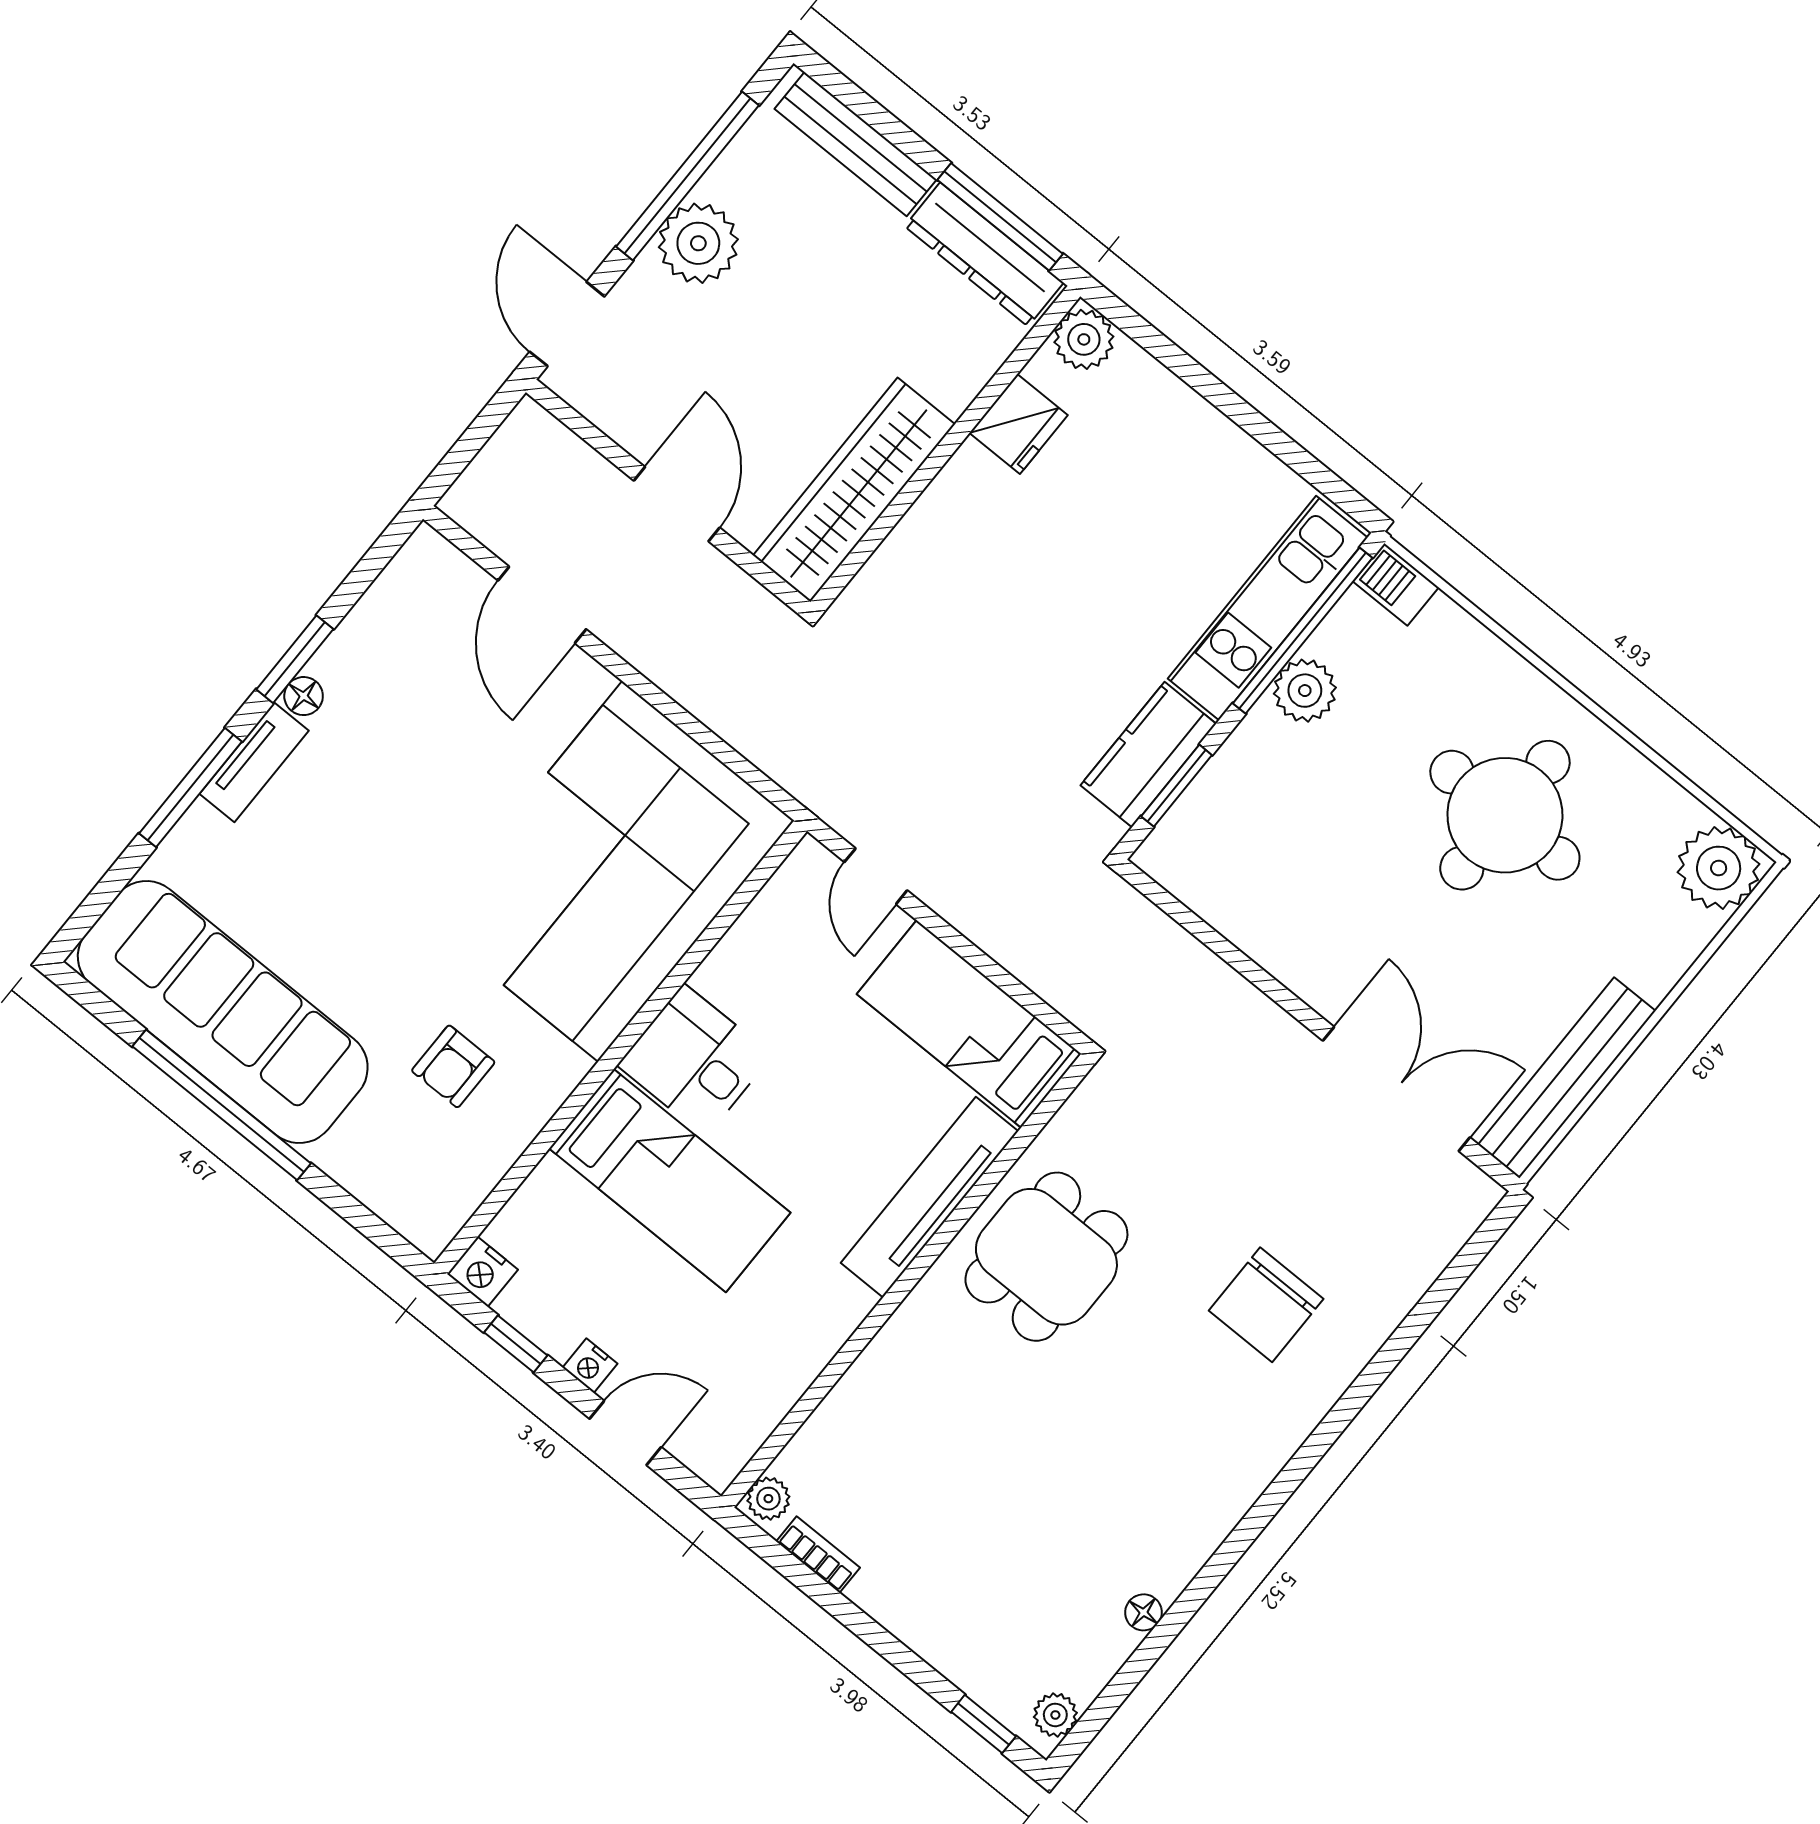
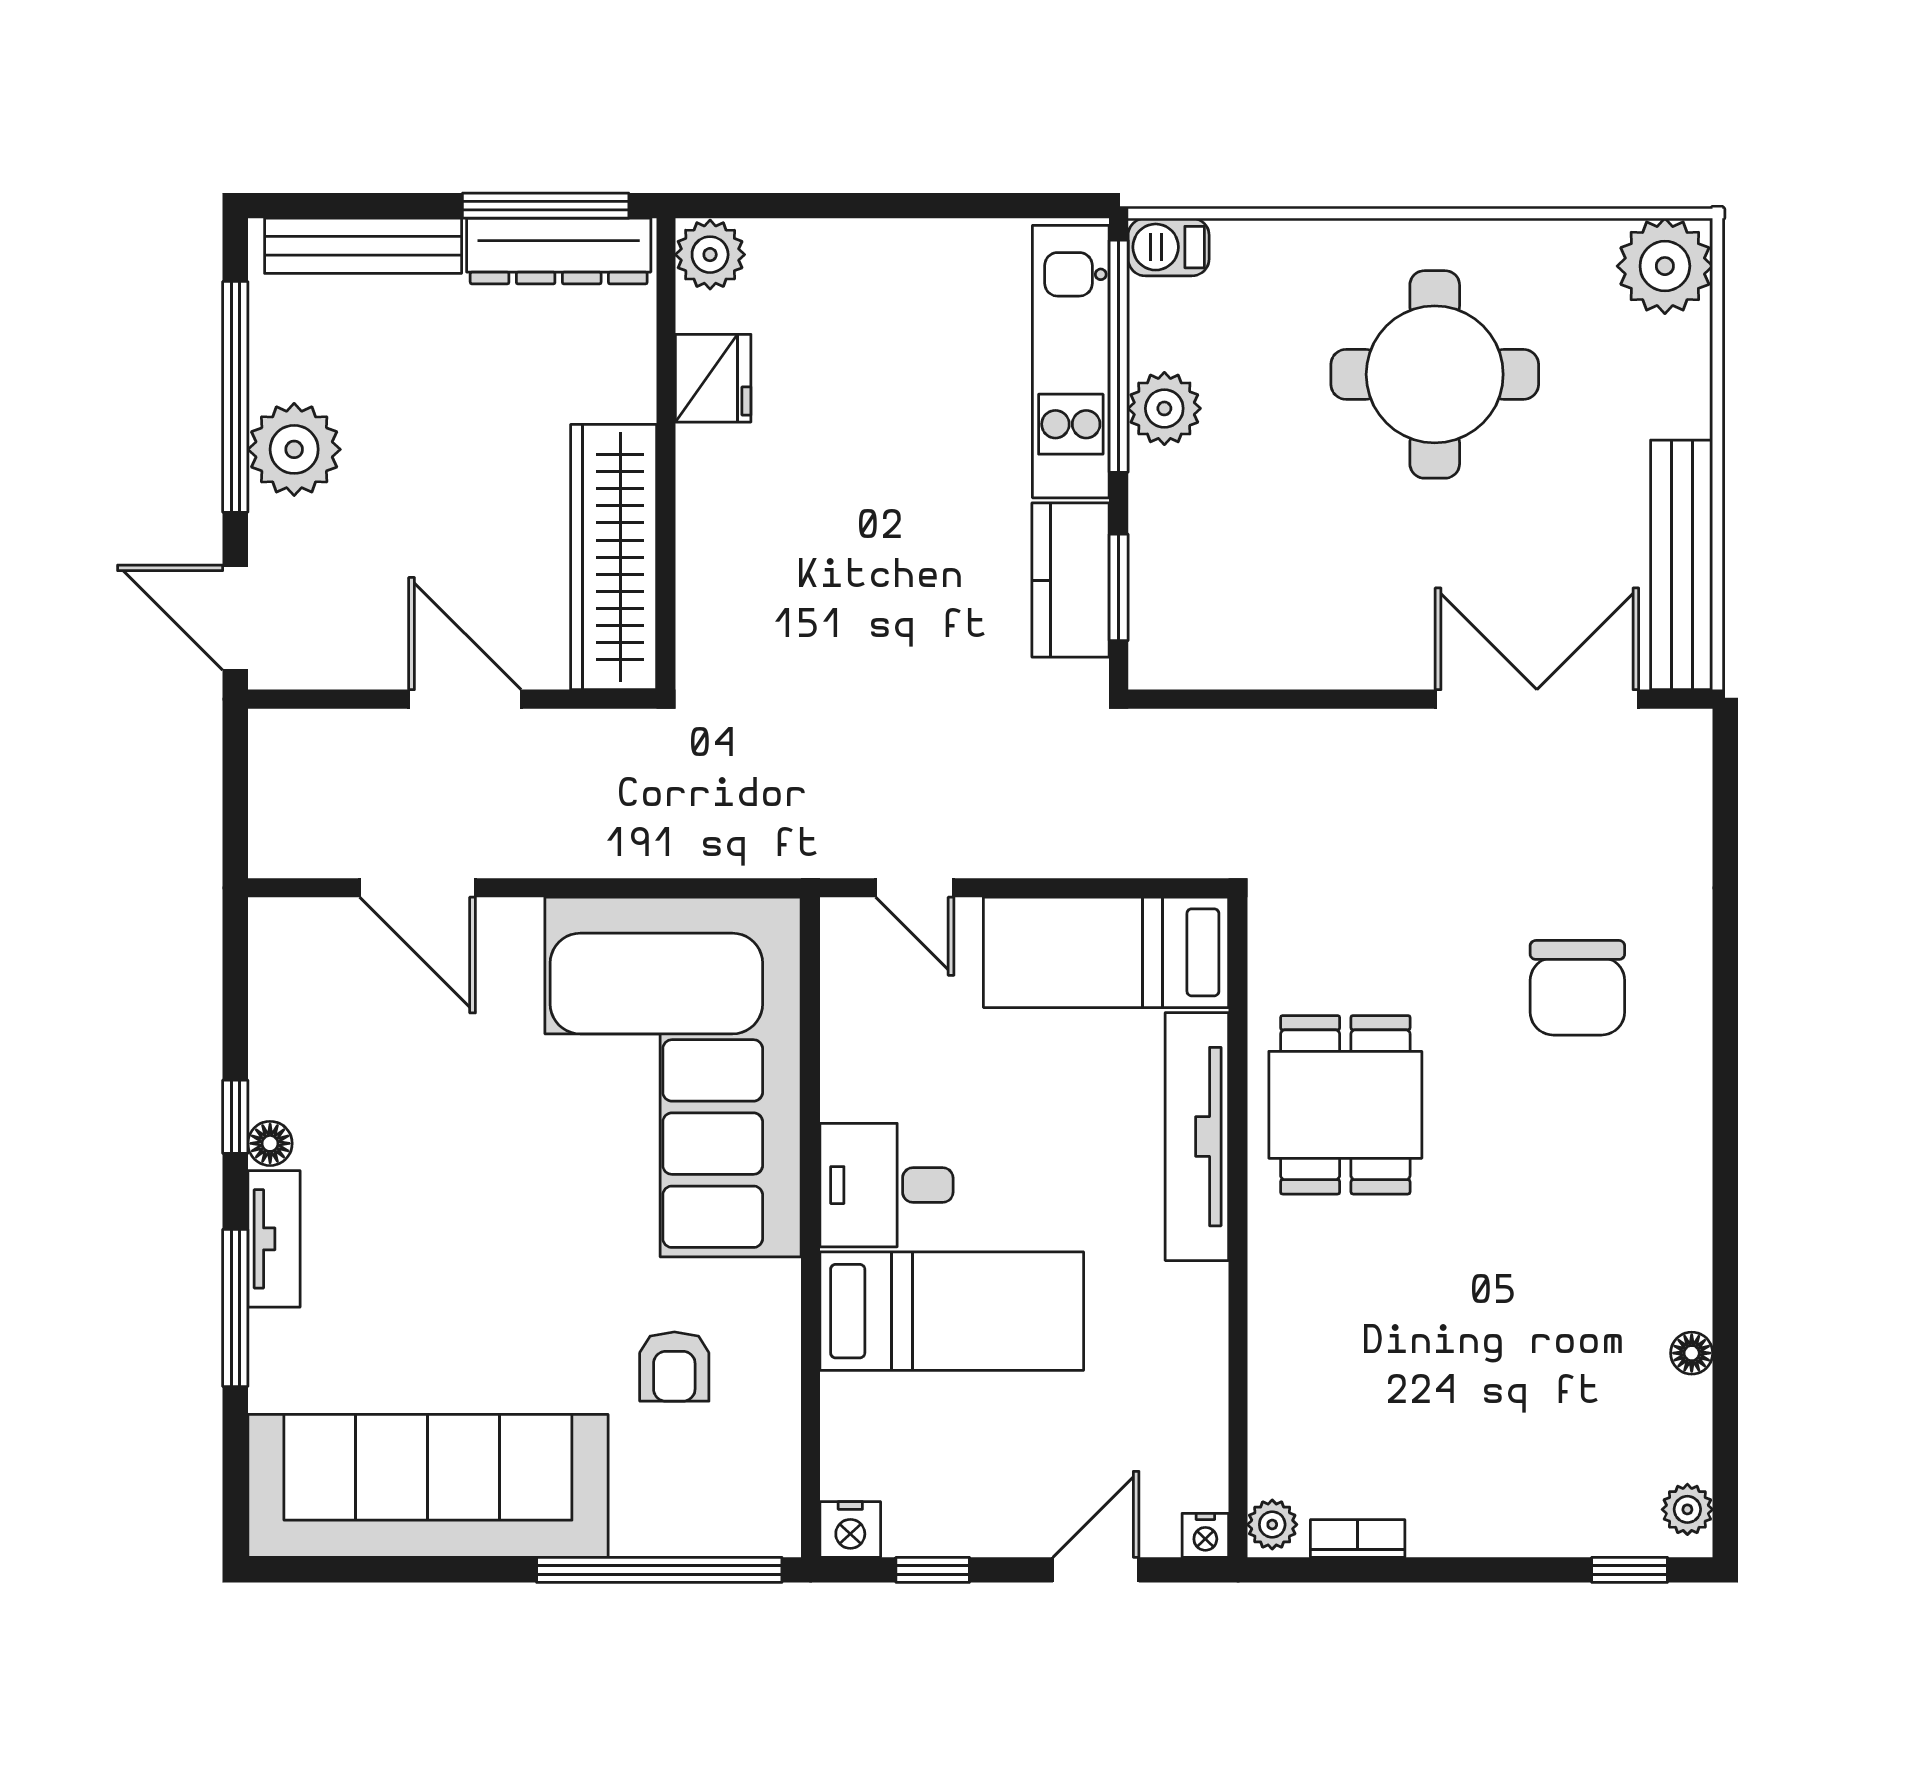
window: (295, 659) -> (235, 1117), width x0.67
window: (222, 1105) -> (659, 1570), moved
nightstand: (590, 1366) -> (1205, 1535), moved

